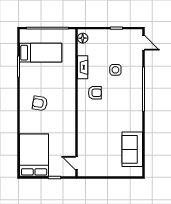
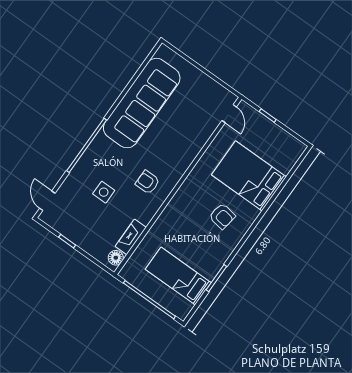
fireplace: (83, 67) -> (131, 237), moved
sofa: (132, 149) -> (142, 103), width x1.85, depth x1.27
bed: (34, 155) -> (249, 176), moved, turned 90

